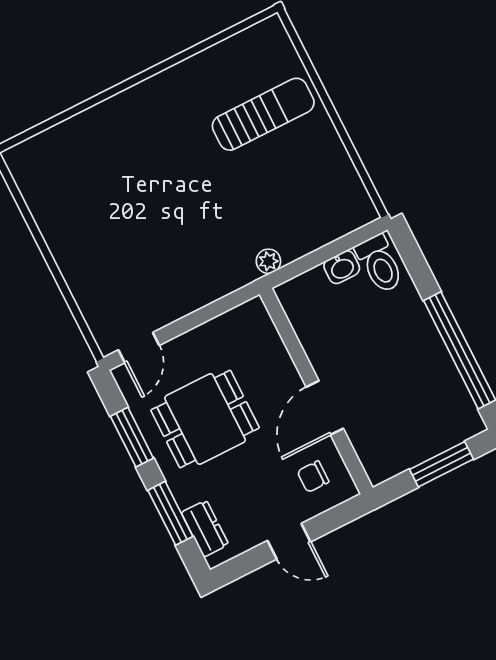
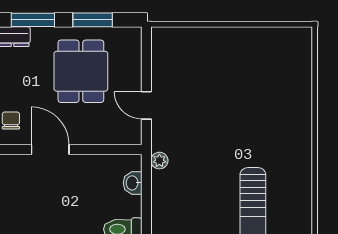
washbasin: (342, 267) -> (133, 183), moved
door: (139, 348) -> (146, 105), moved

